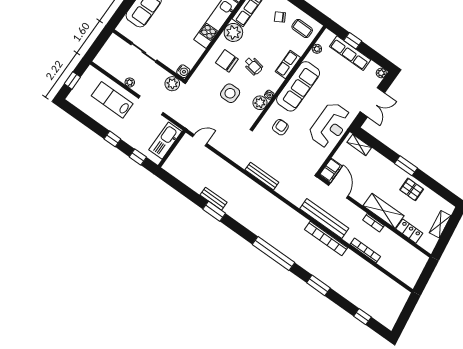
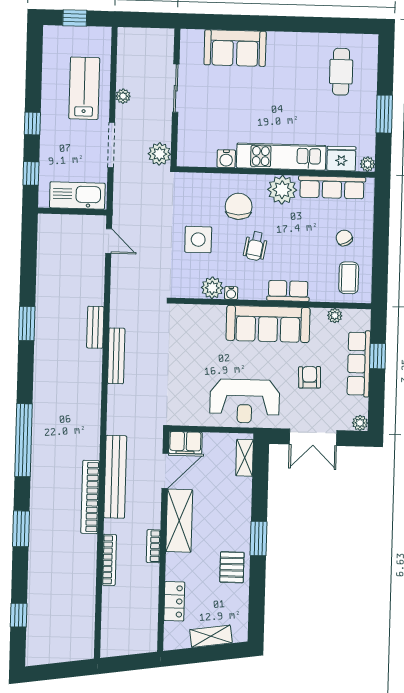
water cooler: (183, 71) -> (226, 159), moved
armchair: (280, 127) -> (310, 377), moved, turned -92
bench: (214, 199) -> (95, 327), moved
shelving: (383, 211) -> (179, 521), moved

